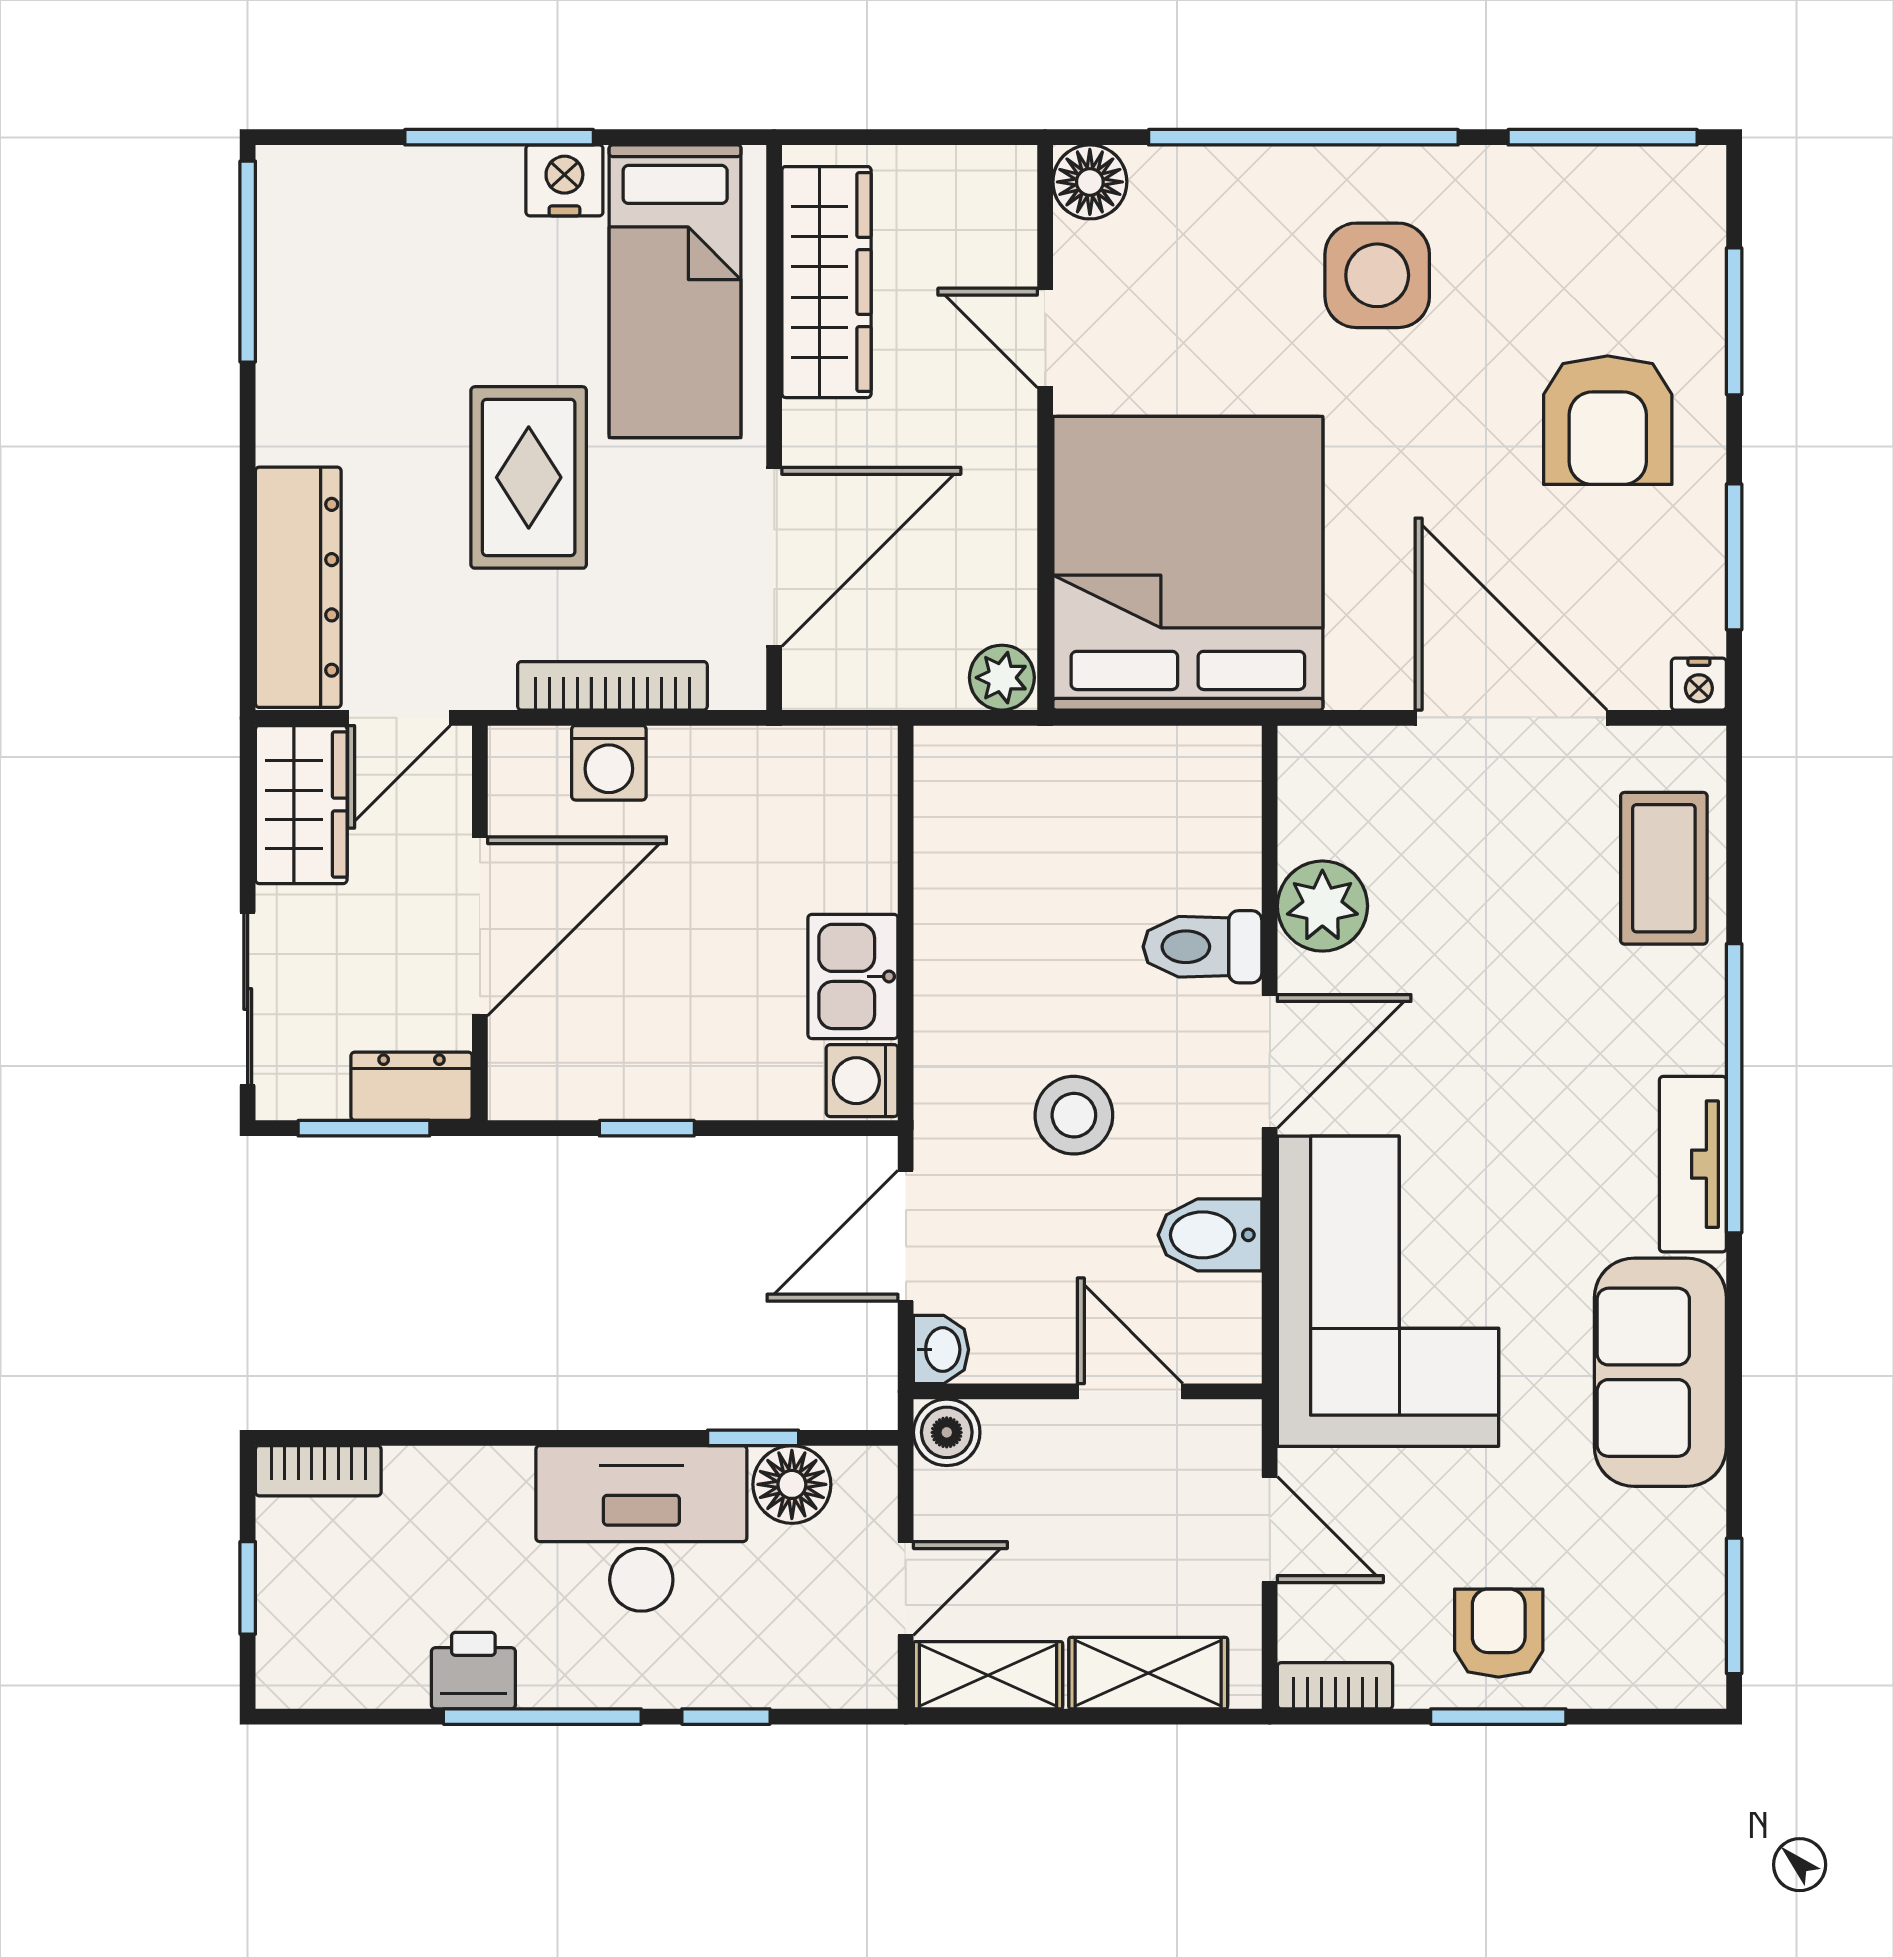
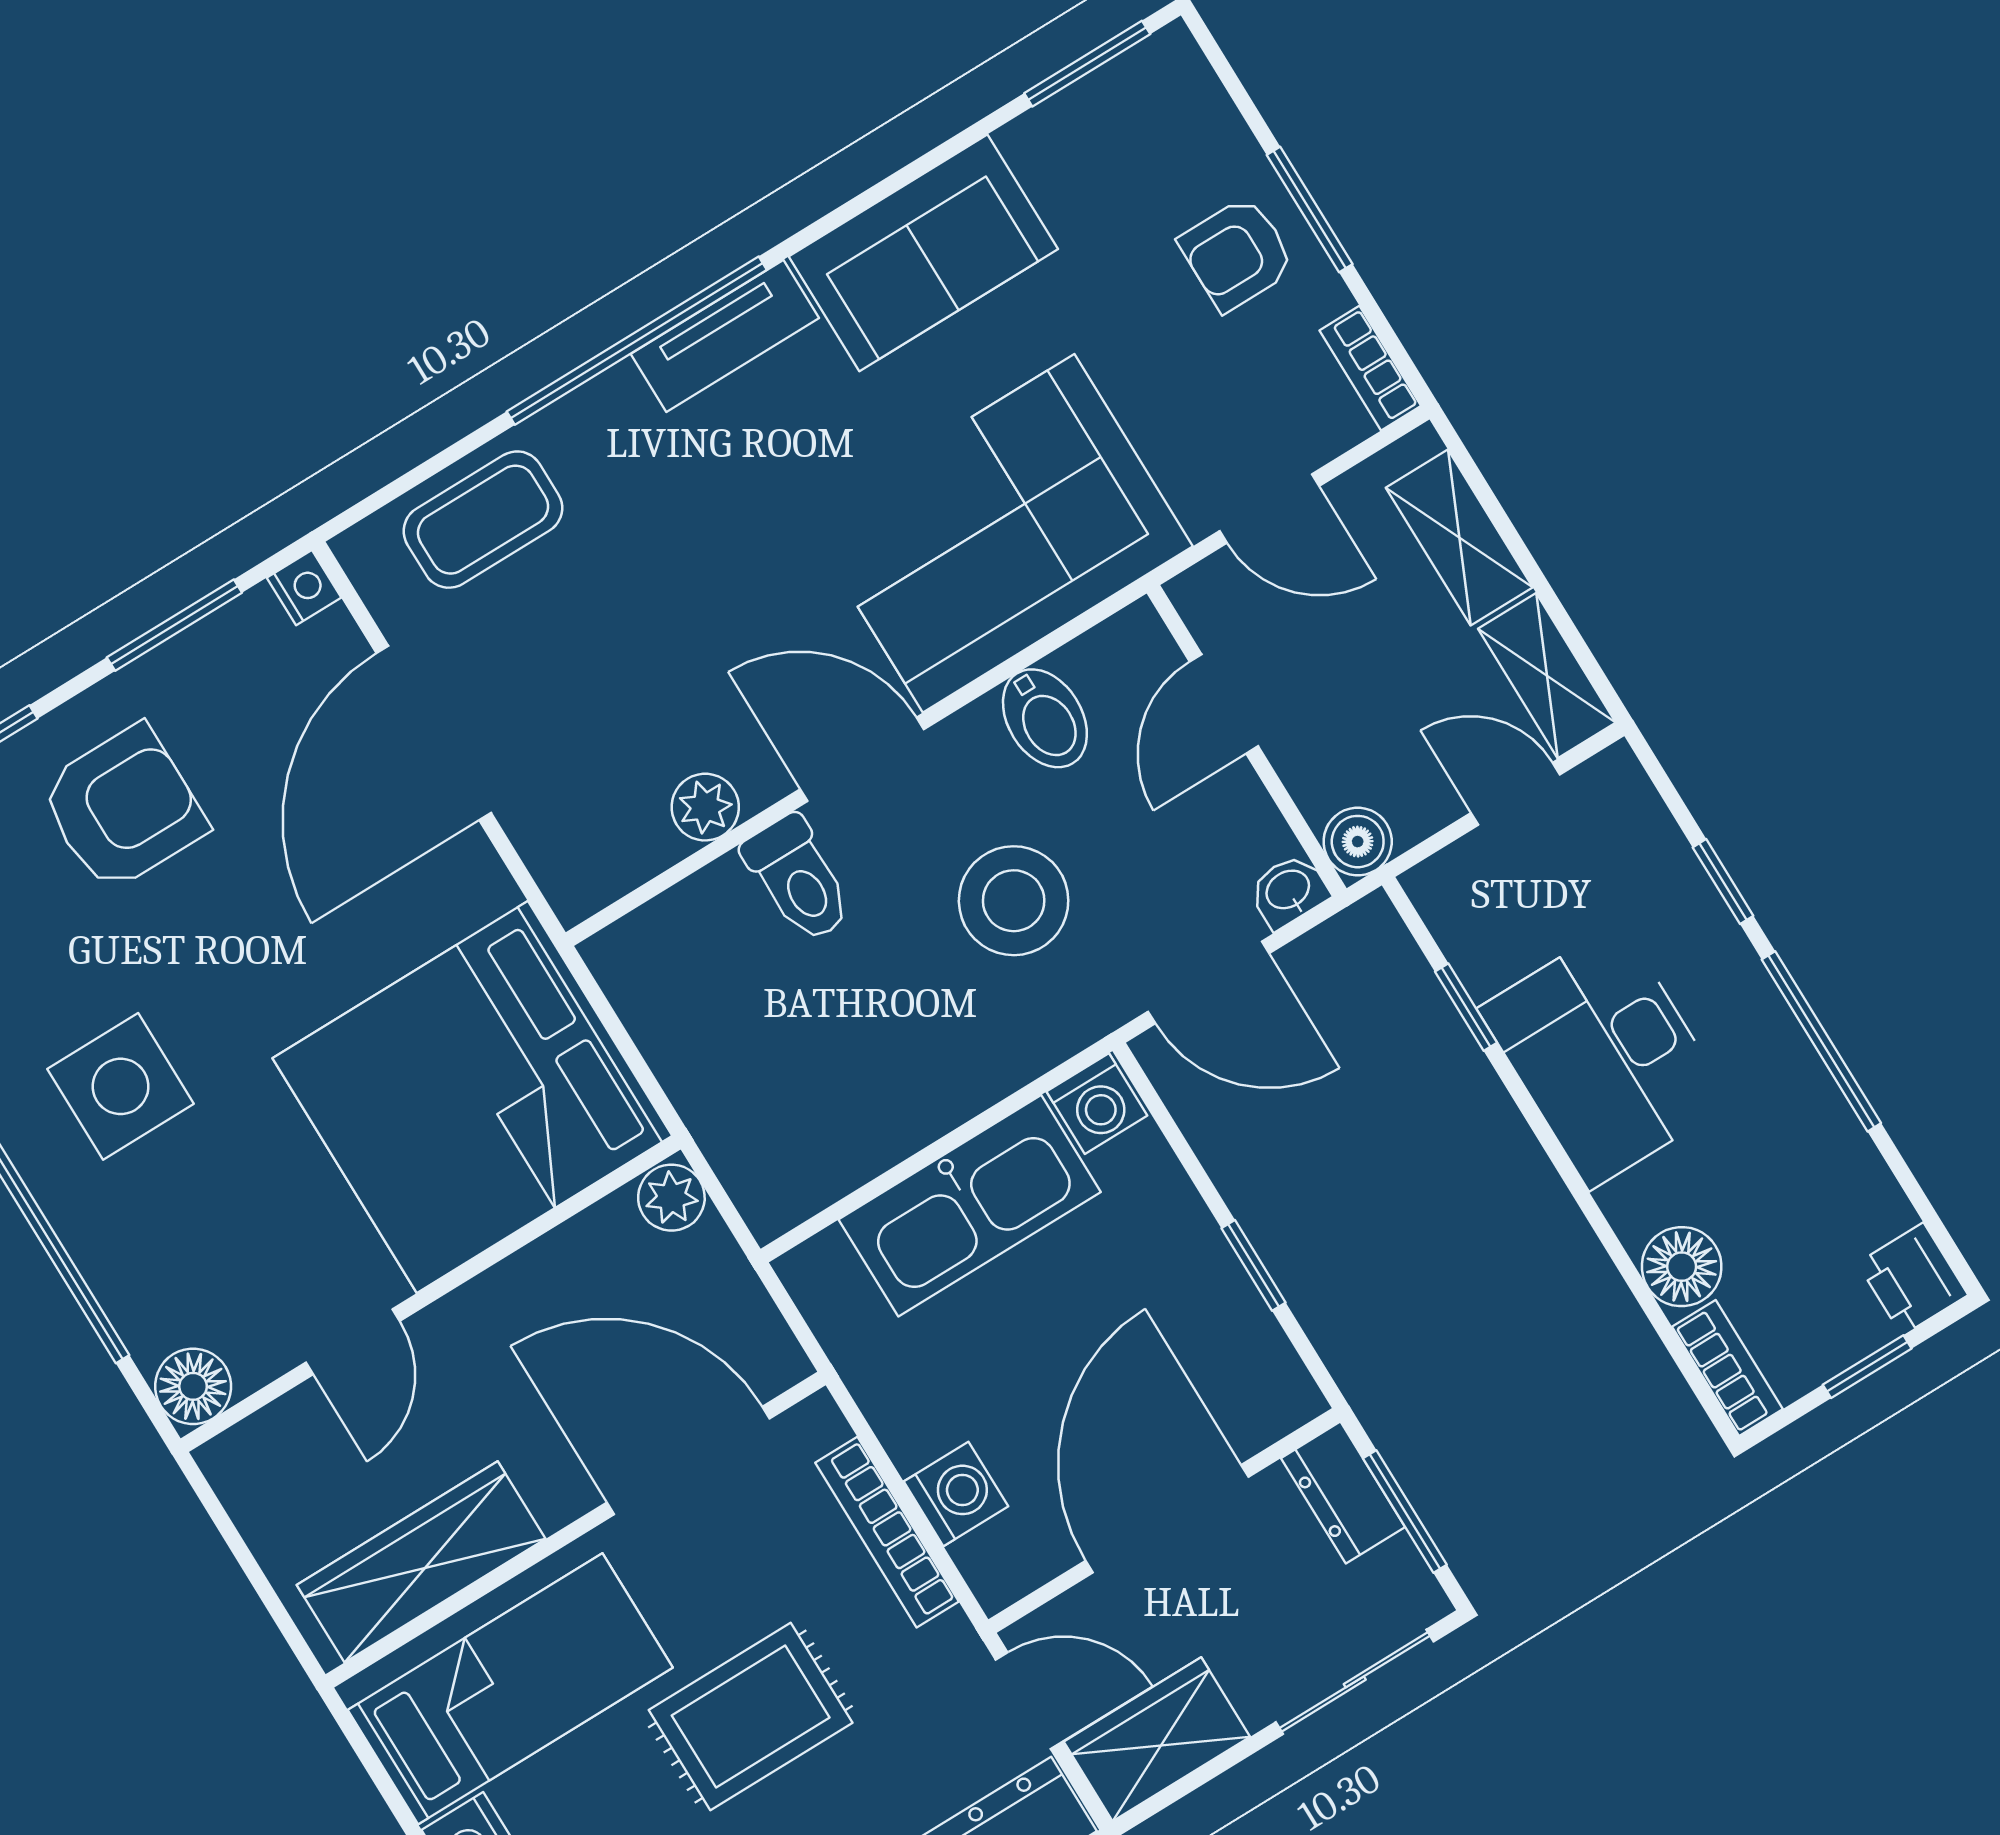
plant: (1322, 906) -> (705, 807), width x0.73, depth x0.73
door: (480, 926) -> (1167, 1519), hinge flipped
kitchen sink: (853, 976) -> (970, 1206), width x1.87, depth x1.24
stool: (1074, 1115) -> (1014, 901), width x1.38, depth x1.38
floor lamp: (792, 1484) -> (1682, 1267), moved
door: (1270, 1530) -> (1269, 509), swing flipped
printer: (473, 1671) -> (1913, 1279), moved

